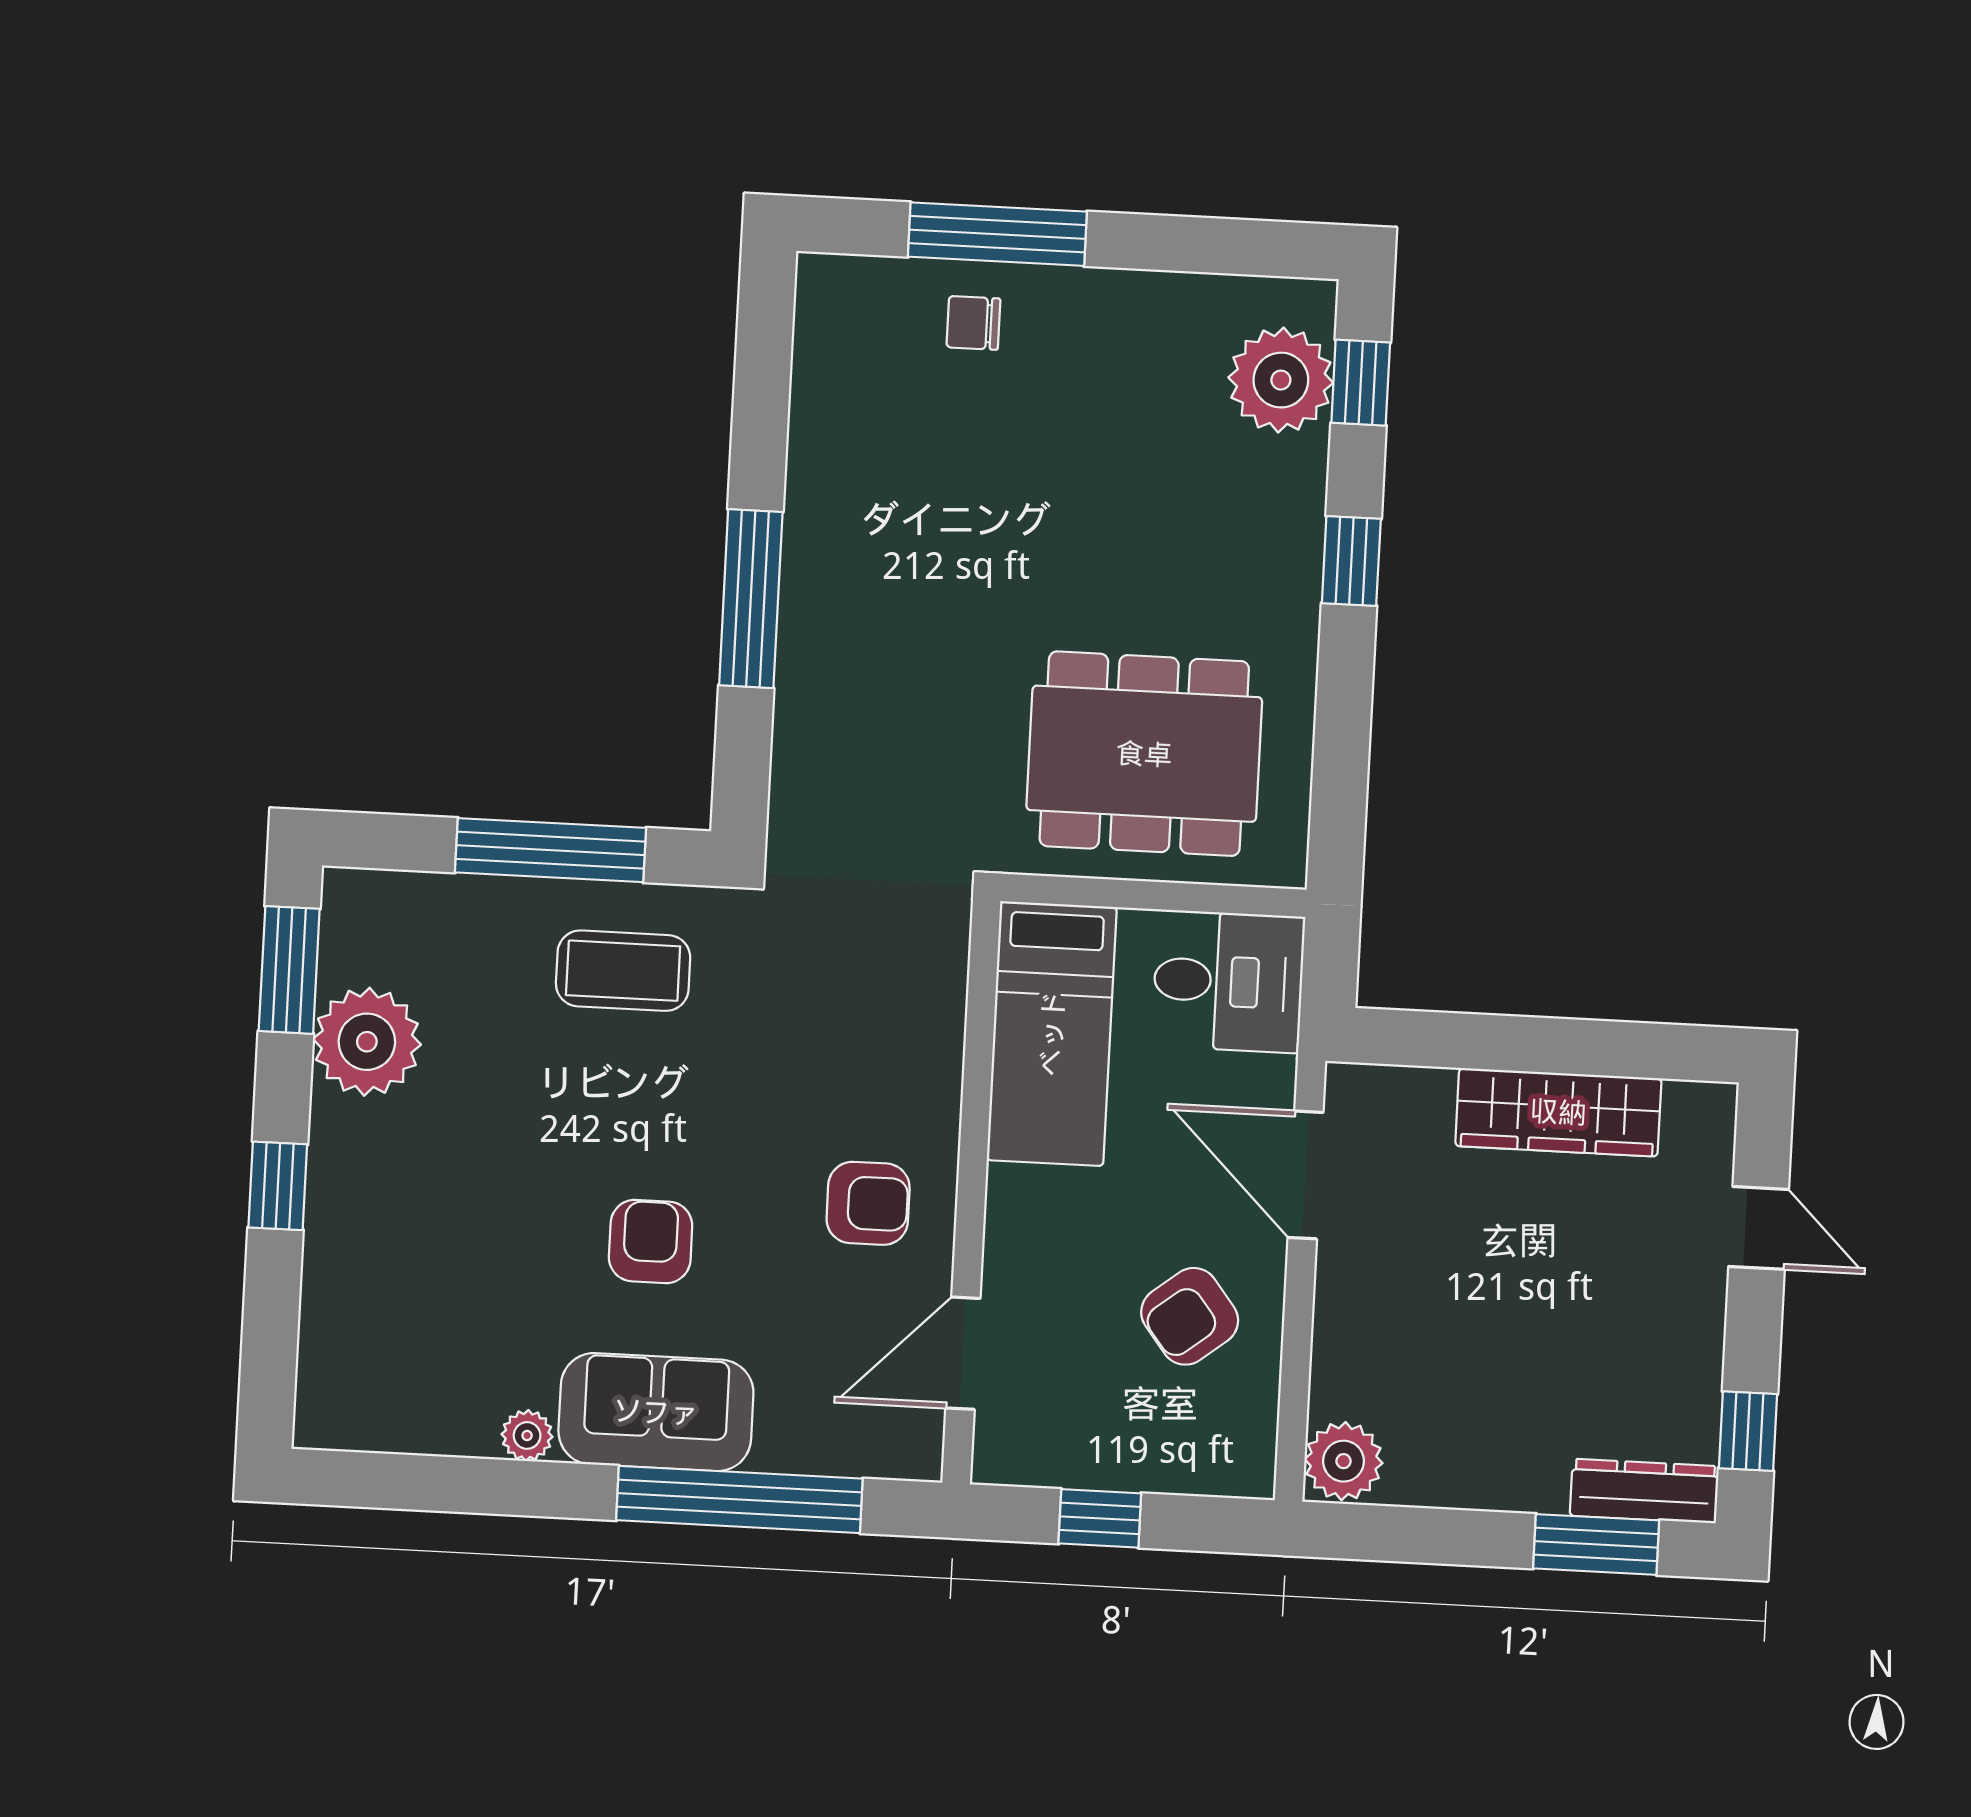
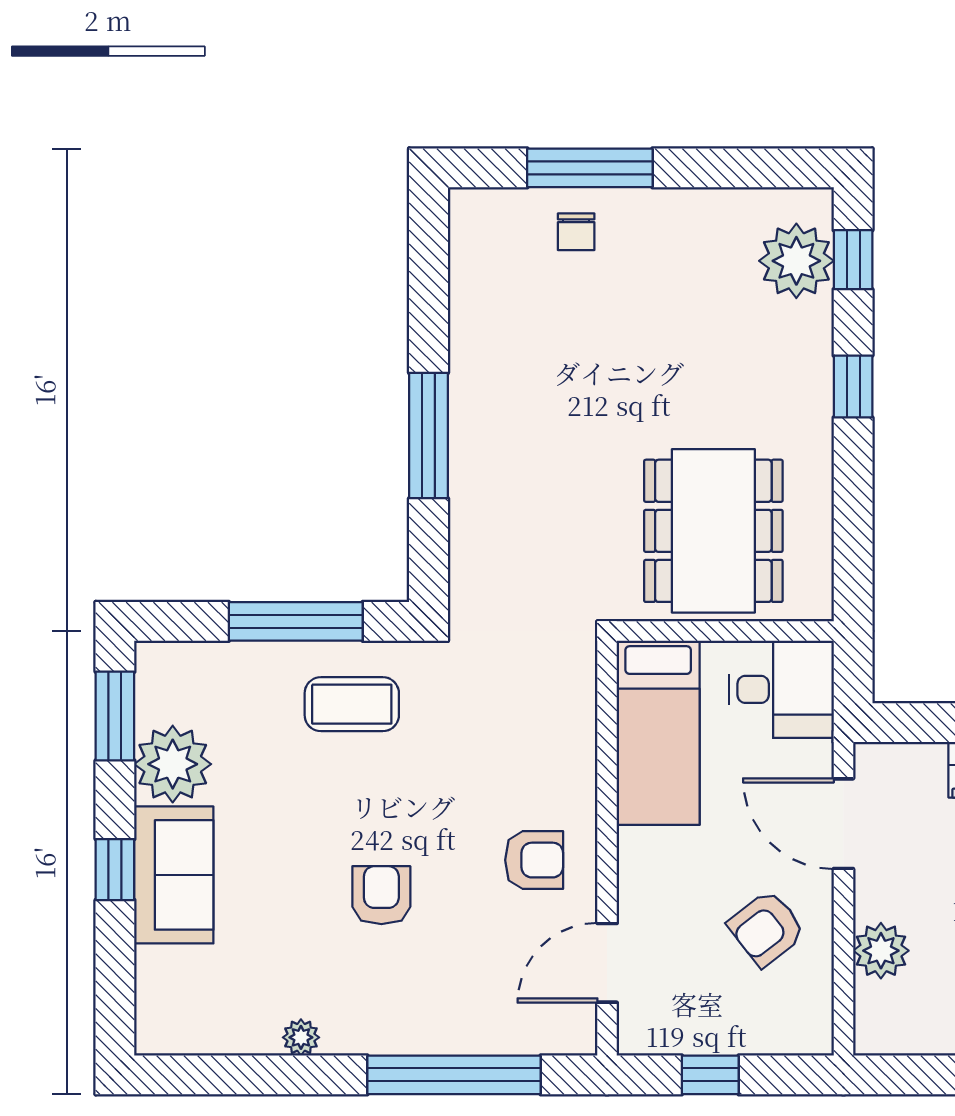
chair: (973, 323) -> (576, 232), turned -90
dining table: (1144, 754) -> (713, 531), turned 90
sofa: (656, 1412) -> (174, 875), moved, turned 90
plant: (1344, 1461) -> (881, 951), moved

